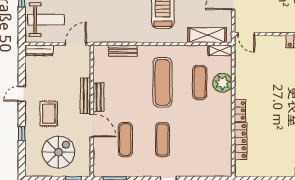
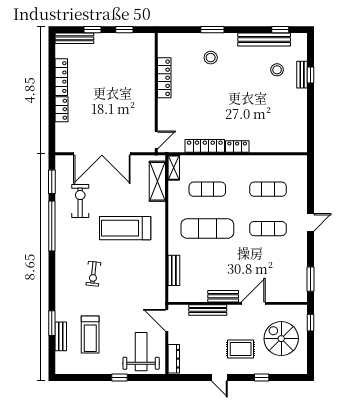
plant: (222, 83) -> (208, 165), removed
bench: (86, 96) -> (208, 310), moved
exercise mat: (125, 140) -> (268, 189), moved
locker: (241, 141) -> (205, 146), moved

